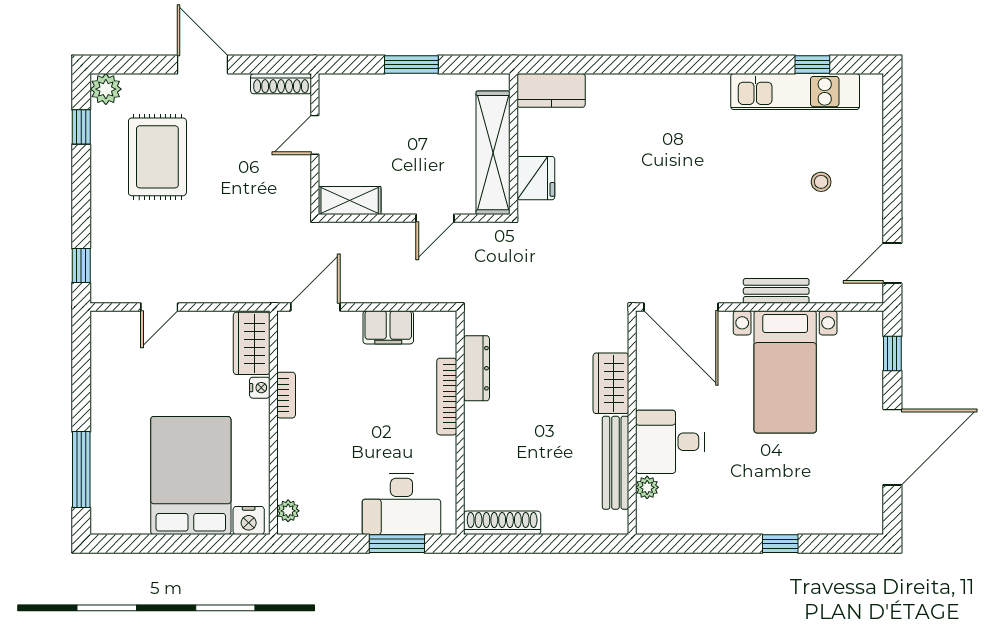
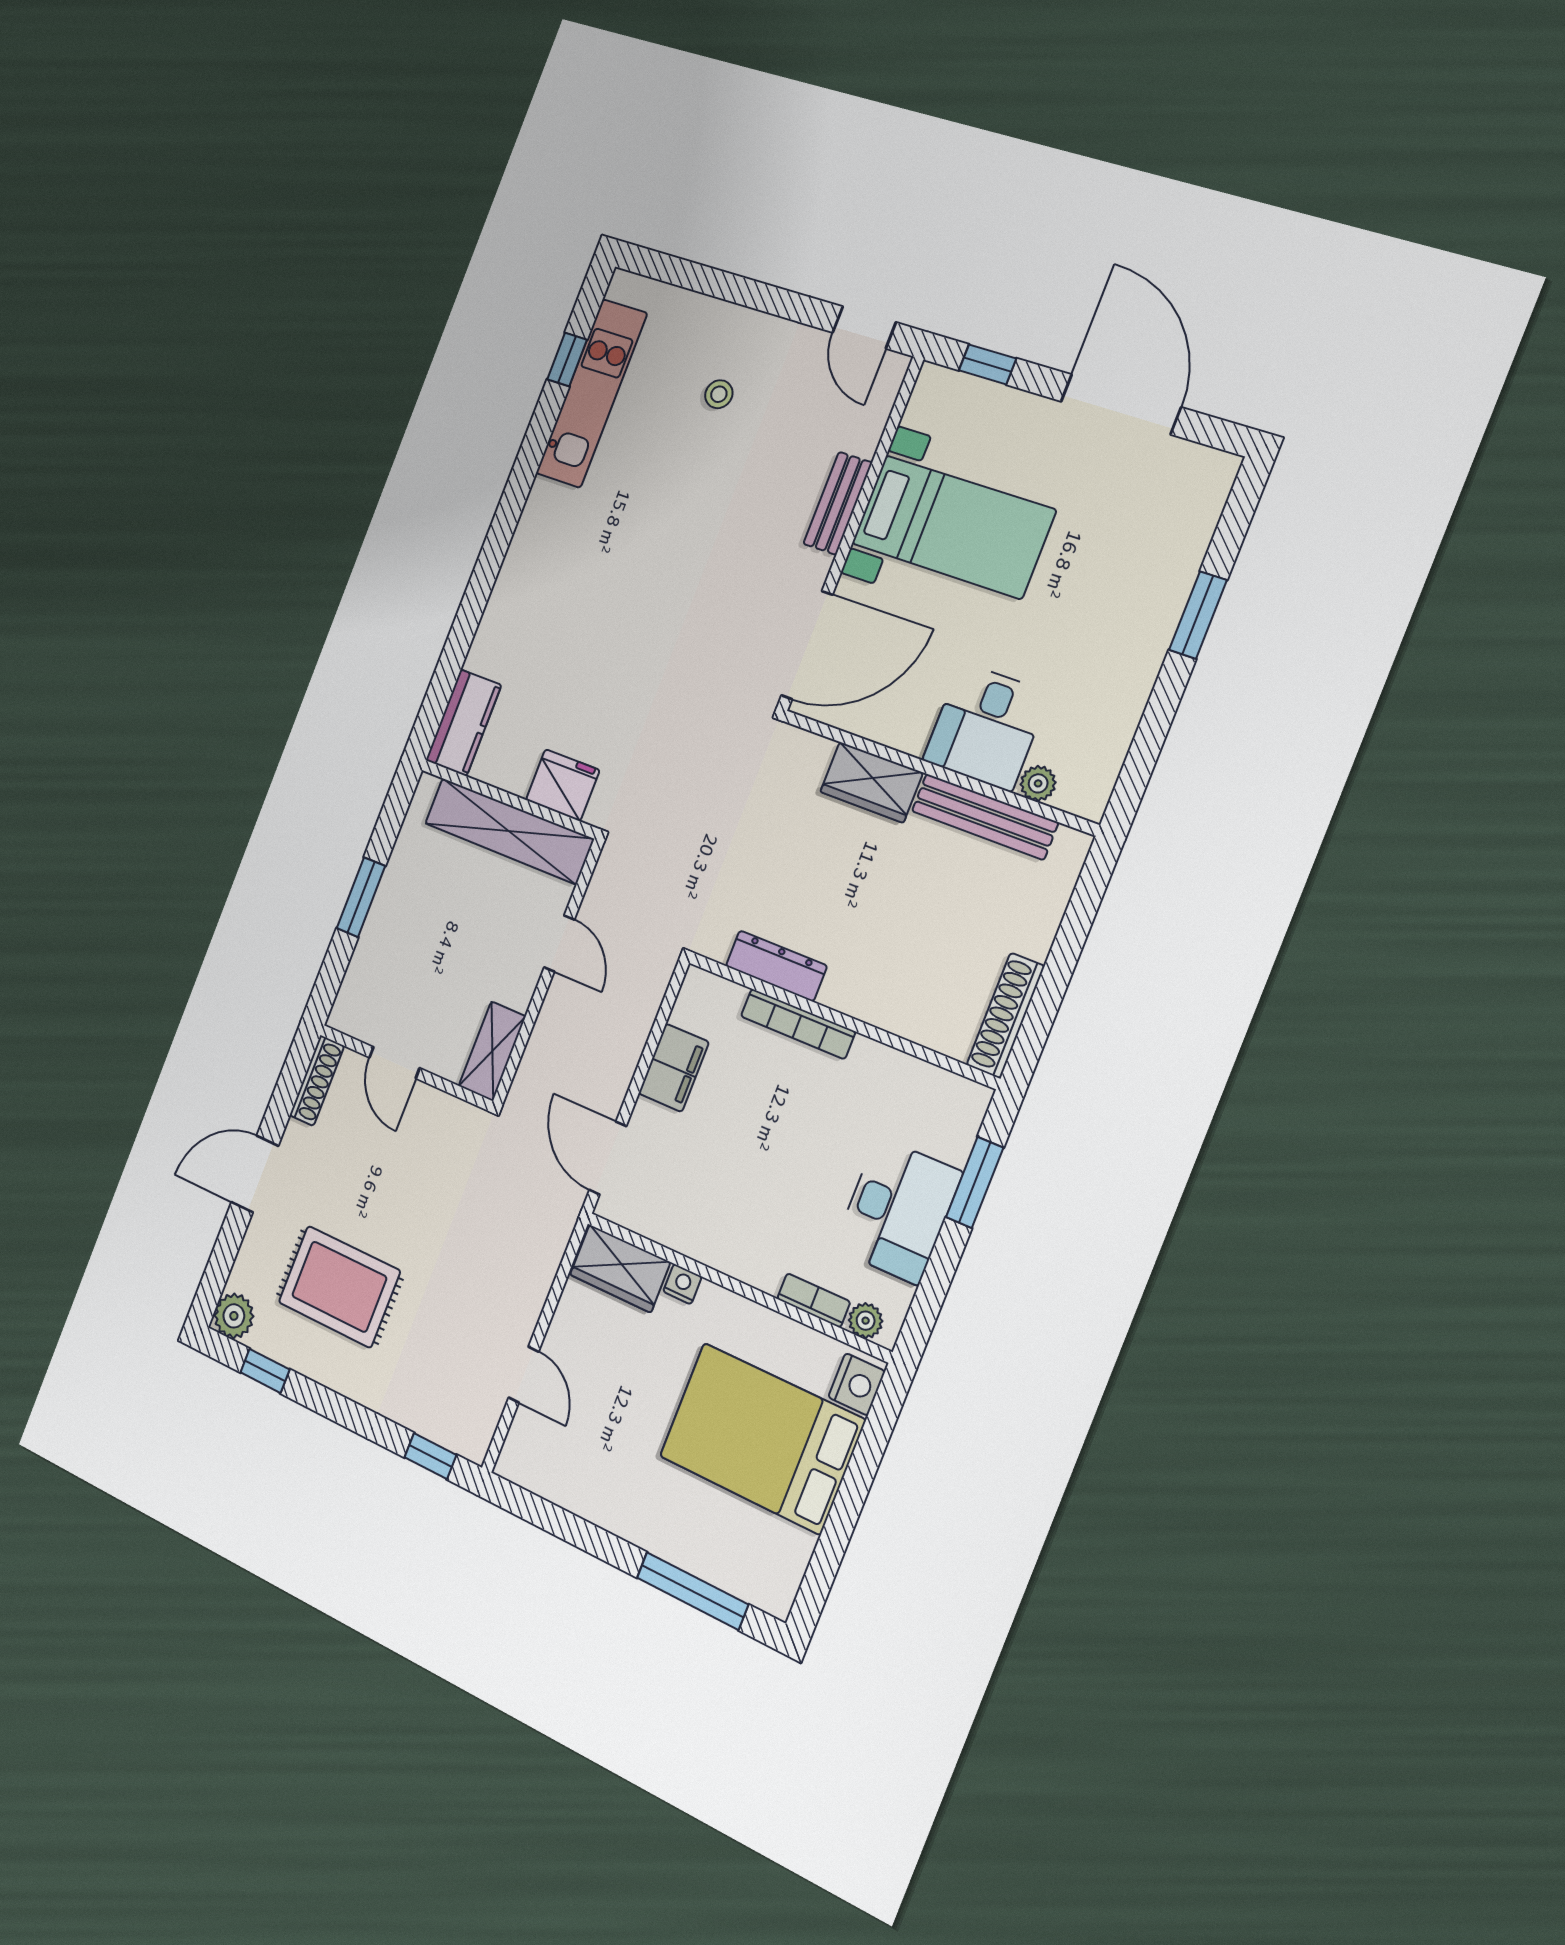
bookcase: (286, 395) -> (814, 1300), moved
desk: (401, 504) -> (898, 1210), moved
window: (780, 544) -> (1198, 615), width x1.50

